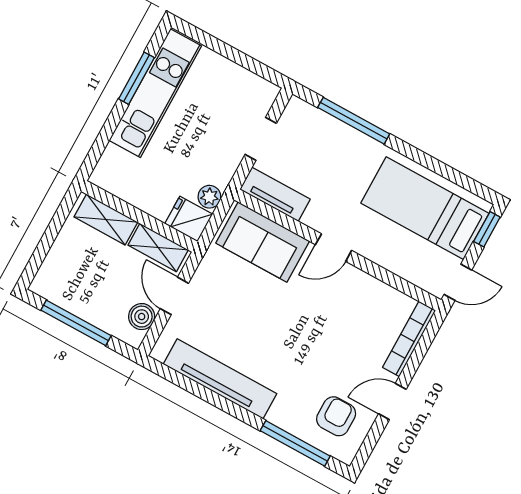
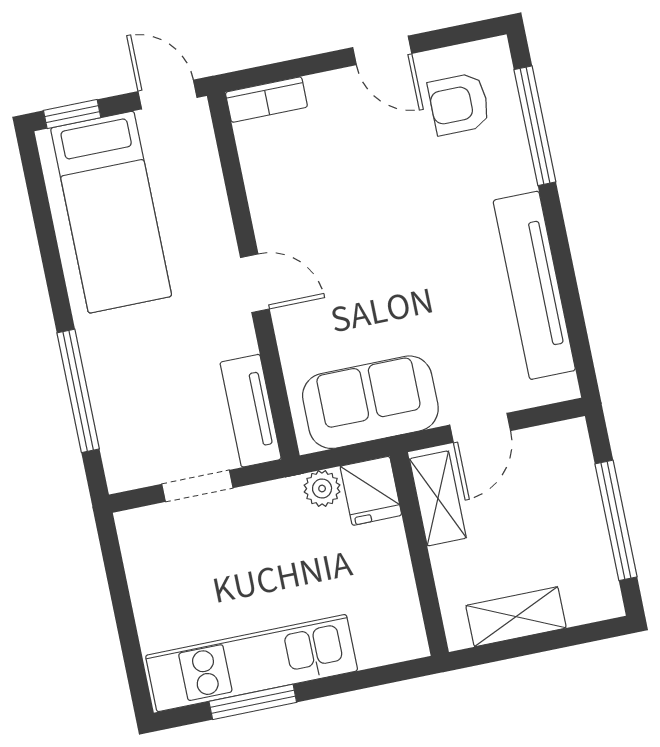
shelving: (106, 220) -> (516, 617), moved, turned 90
sofa: (263, 242) -> (370, 402), moved, turned -90
boiler: (142, 317) -> (540, 447), removed
bookcase: (409, 339) -> (266, 100), width x0.64

